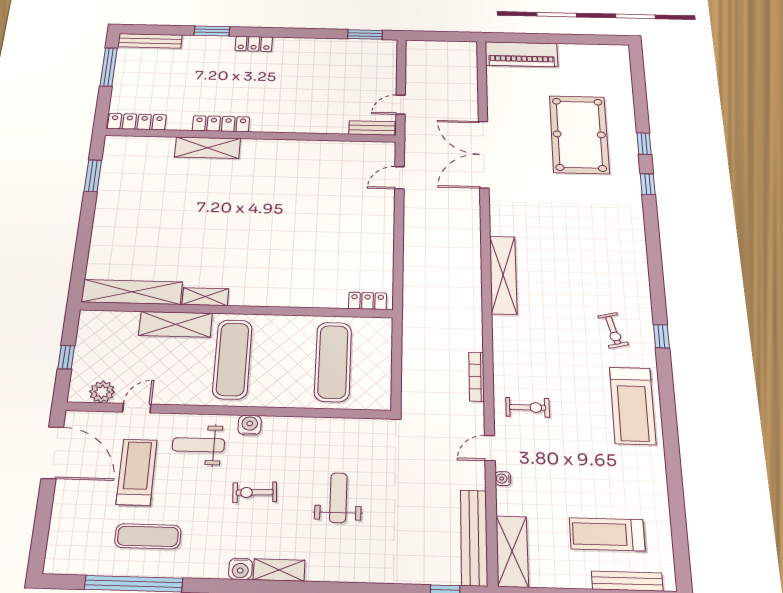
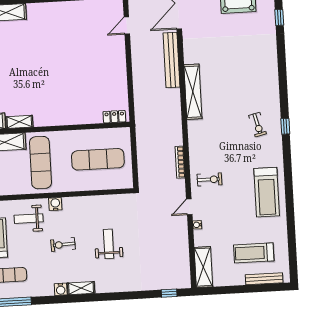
exercise mat: (333, 362) -> (98, 159), turned 90
treadmill: (633, 406) -> (267, 192), moved
bench: (474, 538) -> (172, 60), moved

